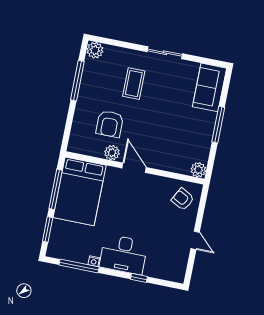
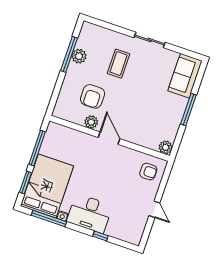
plant: (95, 50) -> (79, 56), moved
bed: (80, 191) -> (47, 186), moved, turned 180
armchair: (183, 199) -> (148, 172), turned 152

